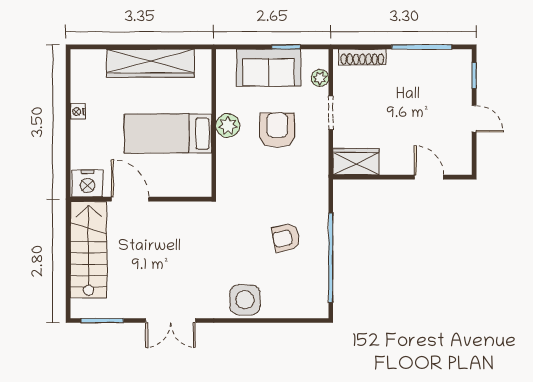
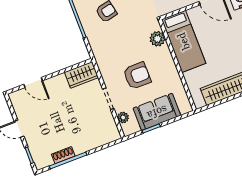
shoe rack: (362, 57) -> (63, 155), moved, width x0.70
plant: (228, 126) -> (157, 39), moved
armchair: (277, 130) -> (137, 76), turned -90
bed: (168, 134) -> (184, 41), moved, turned 90

